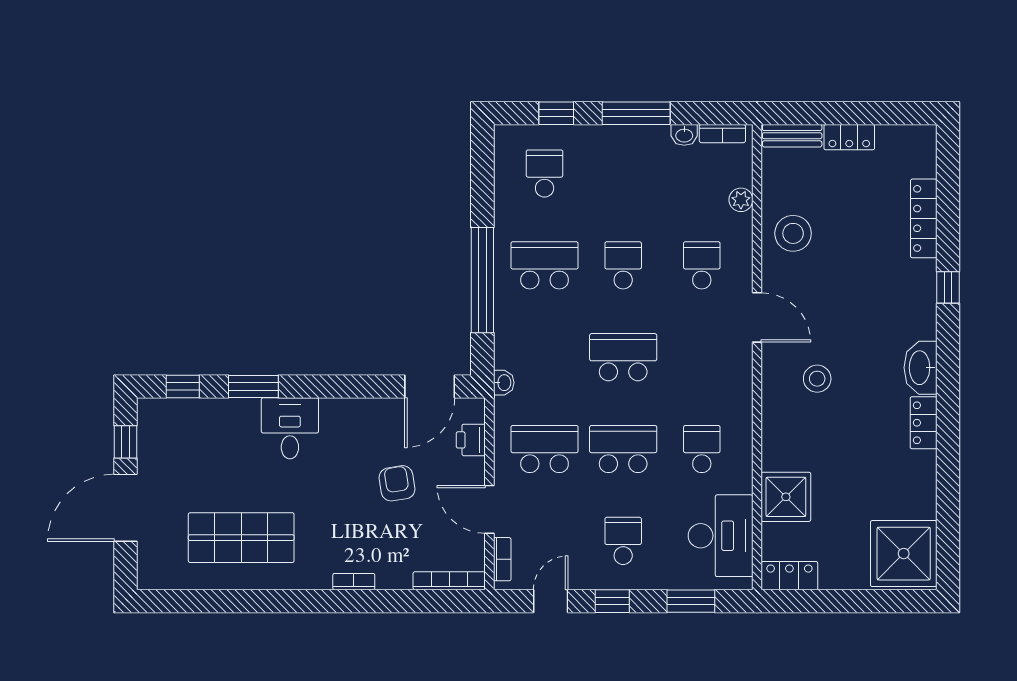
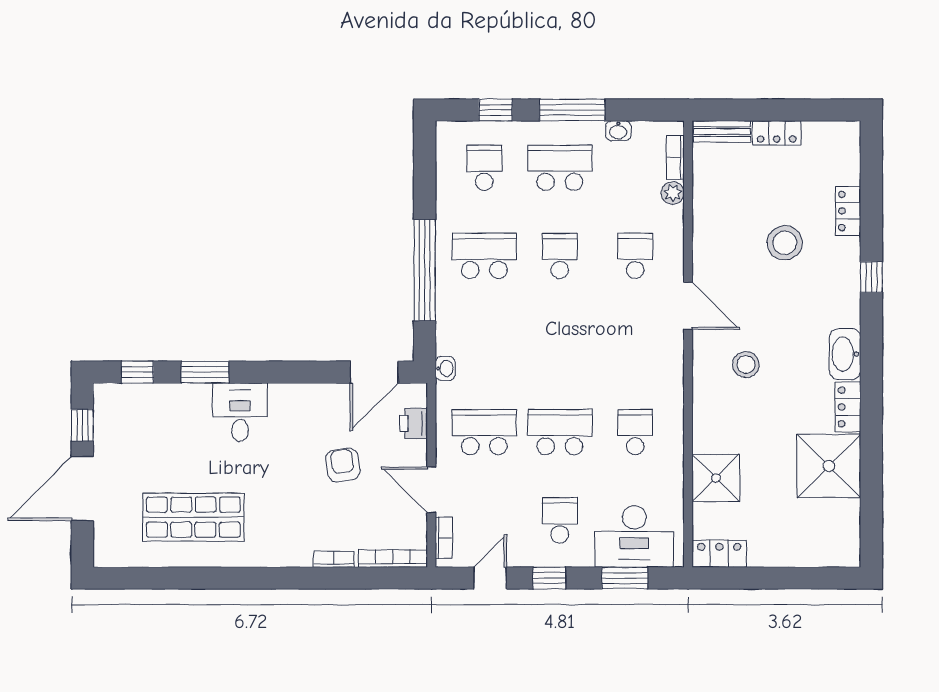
bookcase: (722, 134) -> (675, 158), moved, turned 90
locker: (924, 218) -> (848, 211), width x0.66
stool: (793, 233) -> (785, 243), moved
school desk: (623, 357) -> (560, 168), moved
desk: (721, 536) -> (634, 536), moved, turned 90
shower: (904, 554) -> (829, 466), moved
bookcase: (354, 582) -> (334, 559), moved

